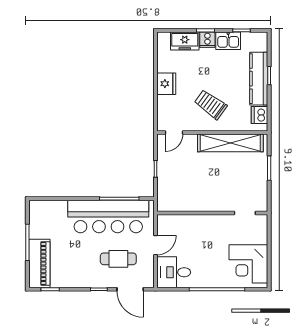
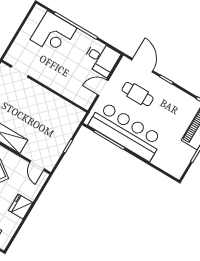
door: (174, 132) -> (37, 166), swing flipped
corner desk: (248, 264) -> (54, 34), moved, turned 90

